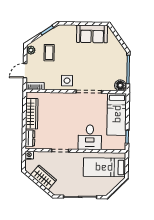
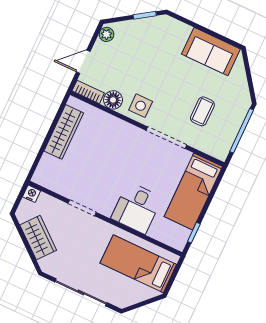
coffee table: (49, 53) -> (202, 111), moved
floor lamp: (120, 85) -> (113, 100), moved
dresser: (30, 138) -> (44, 168), removed

